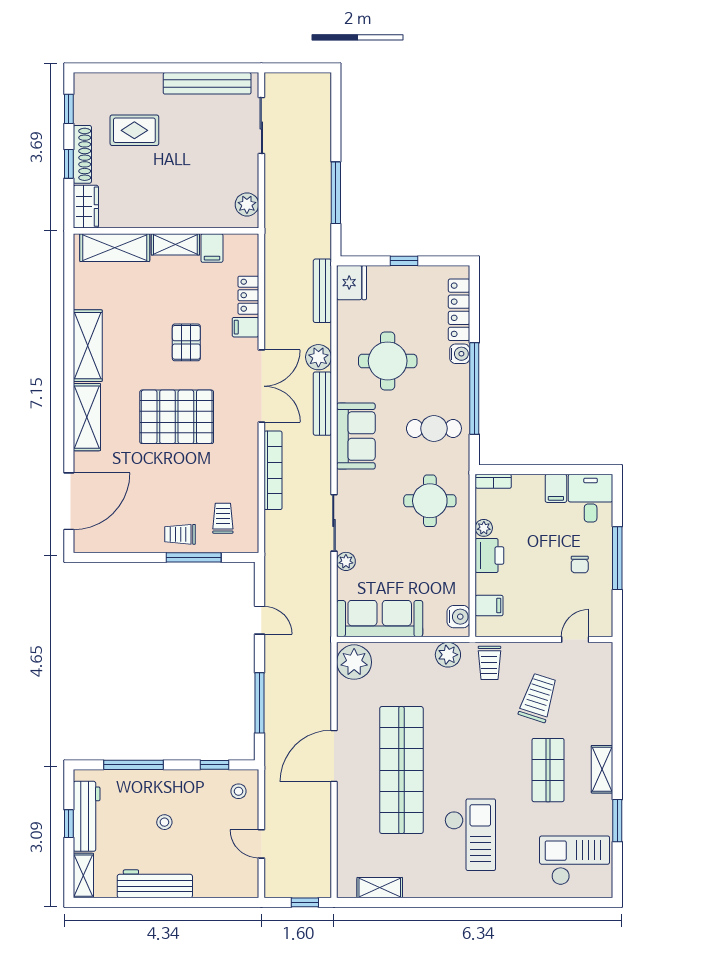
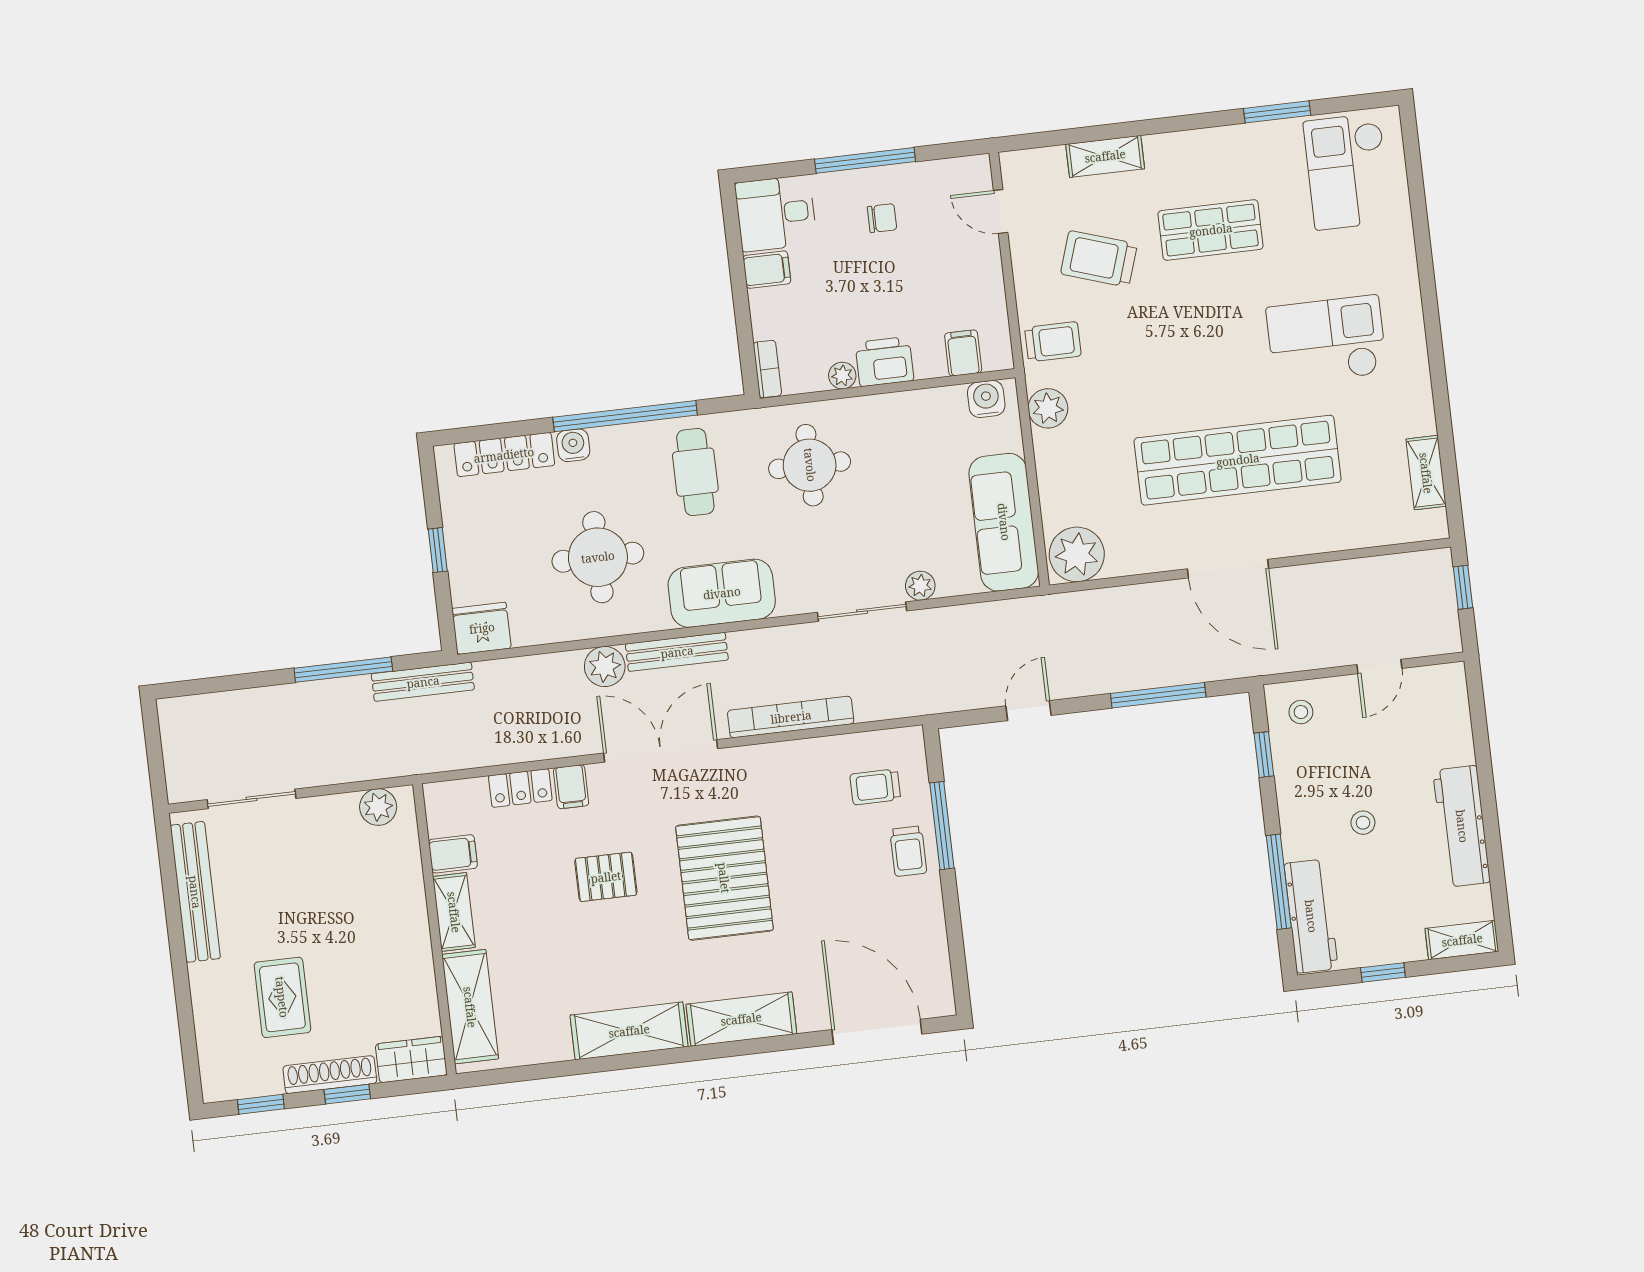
bench: (322, 291) -> (423, 682), moved
shelving: (602, 769) -> (1105, 156), moved
workbench: (87, 816) -> (1311, 916), moved, turned 90

